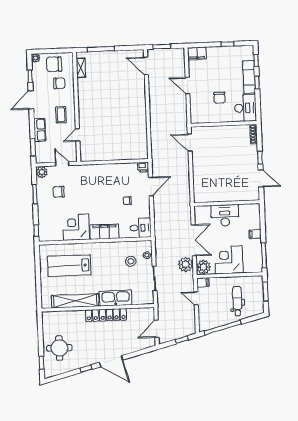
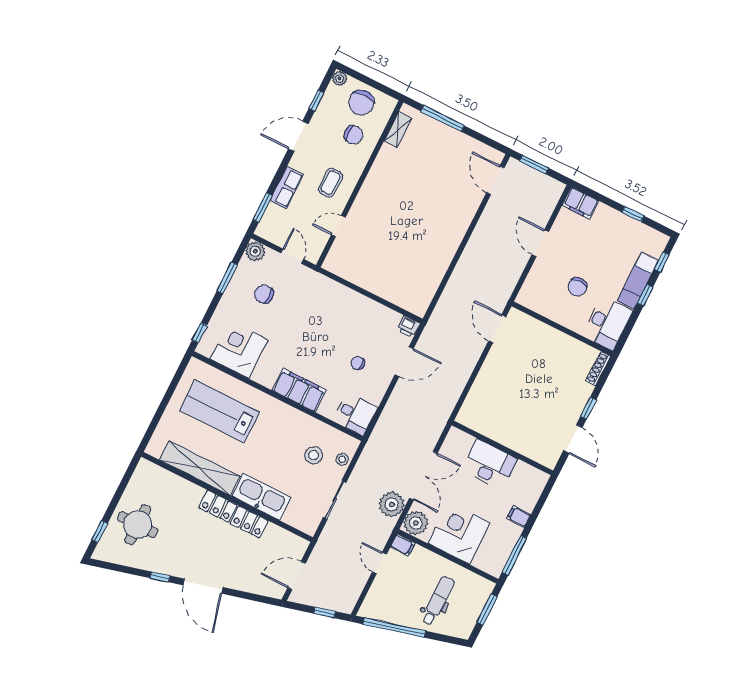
chair: (54, 64) -> (361, 103), turned -90
corner desk: (76, 227) -> (239, 349), moved

